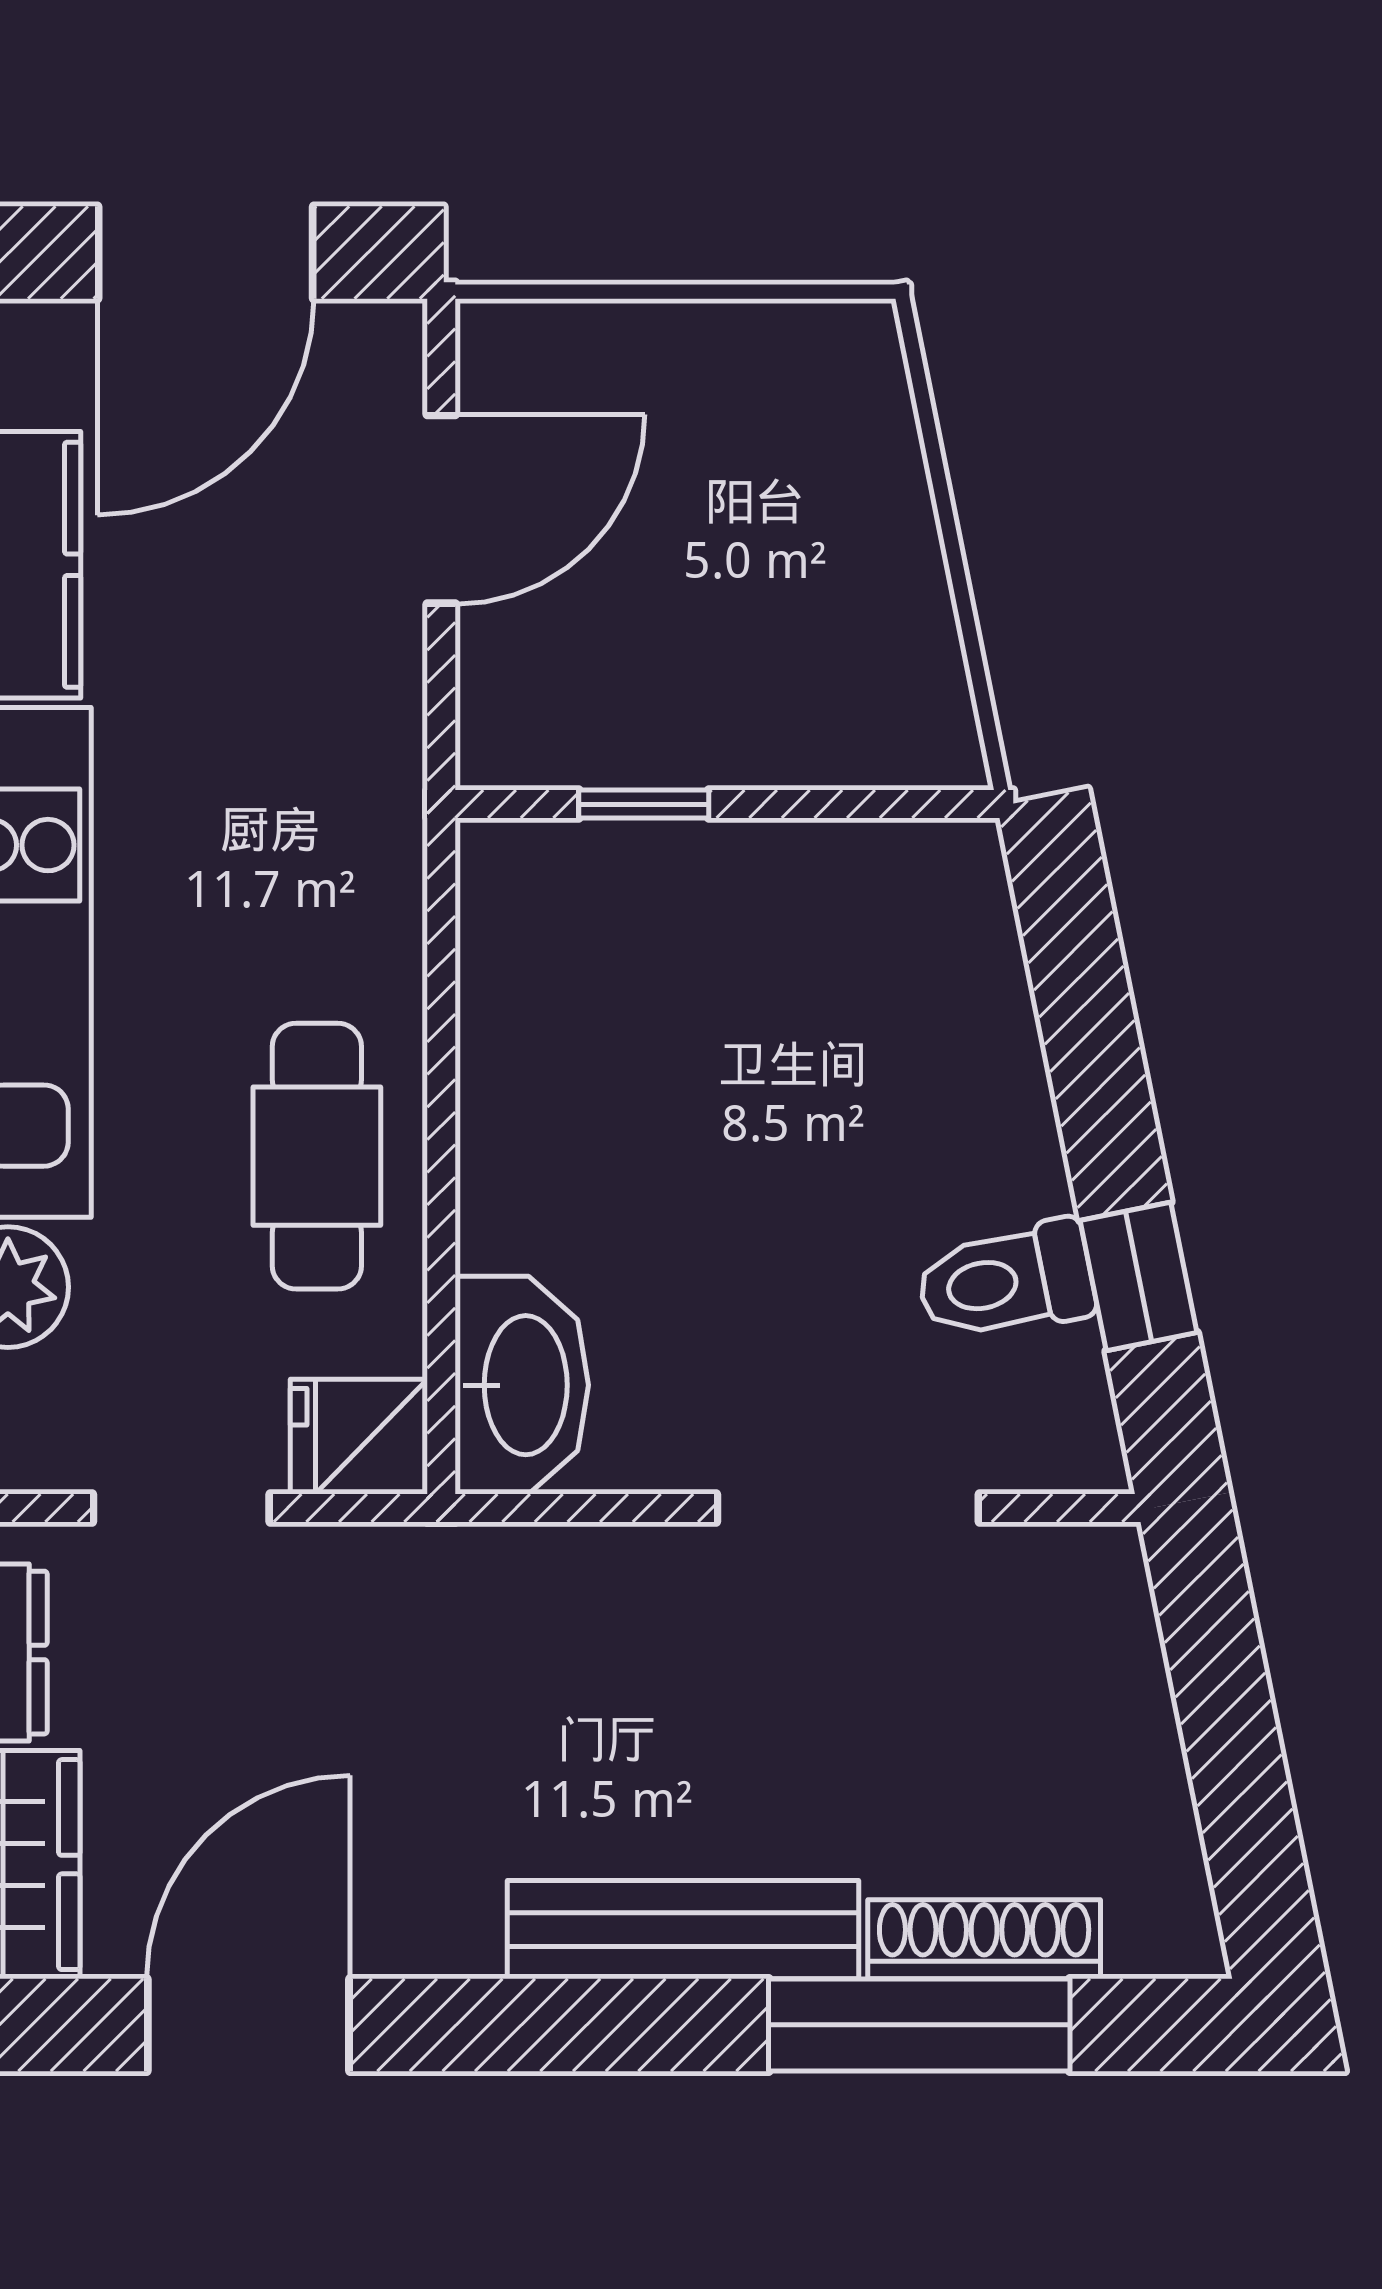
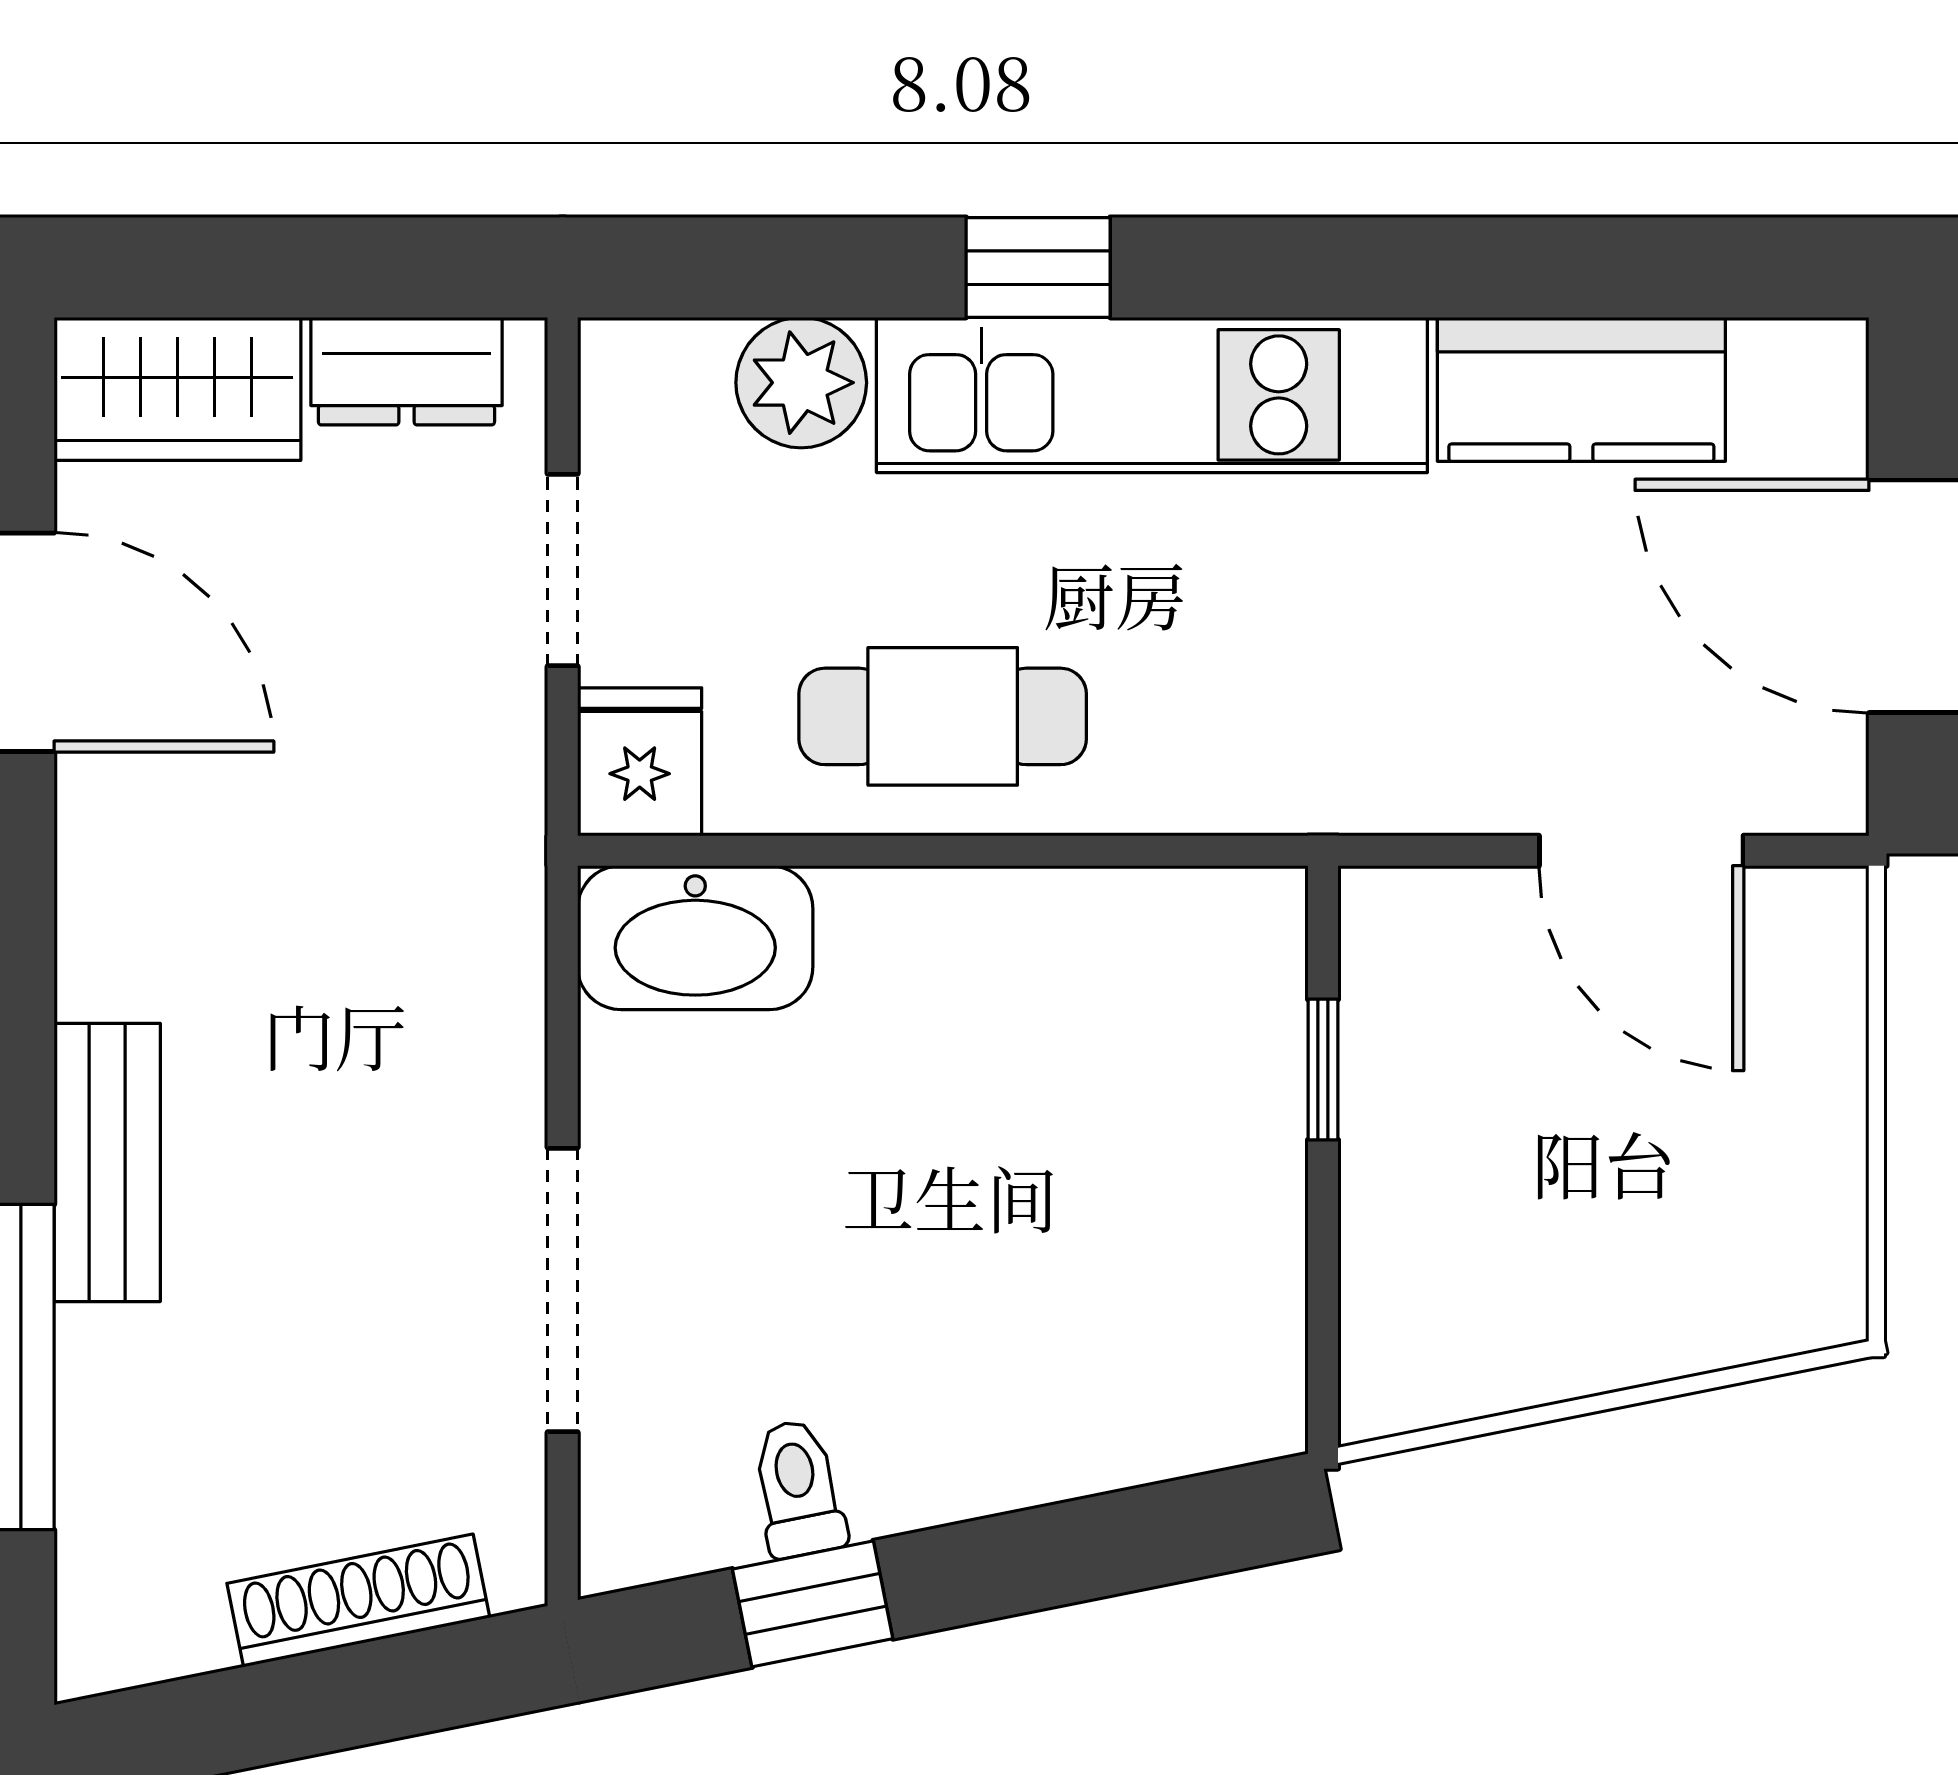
toilet: (1006, 1281) -> (798, 1488), width x0.73, depth x0.72
bench: (683, 1930) -> (107, 1162), width x0.73
shoe rack: (984, 1939) -> (358, 1601), moved, turned -101

